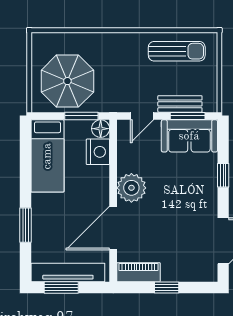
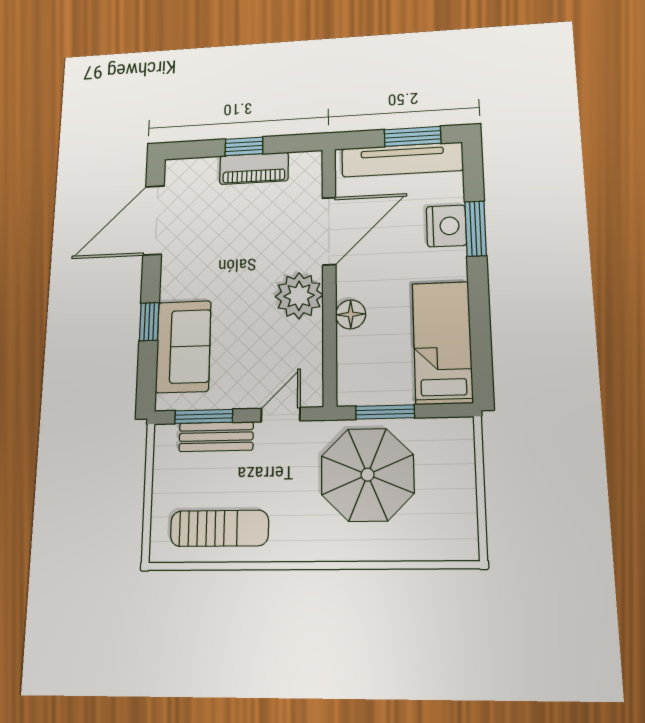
sun lounger: (177, 51) -> (219, 528), turned 180
parasol: (67, 81) -> (368, 475), moved
floor lamp: (101, 129) -> (351, 314), moved
sofa: (189, 136) -> (183, 347), moved, turned 90
nightstand: (98, 152) -> (446, 226), moved, turned 180
piano: (138, 272) -> (254, 168), moved

